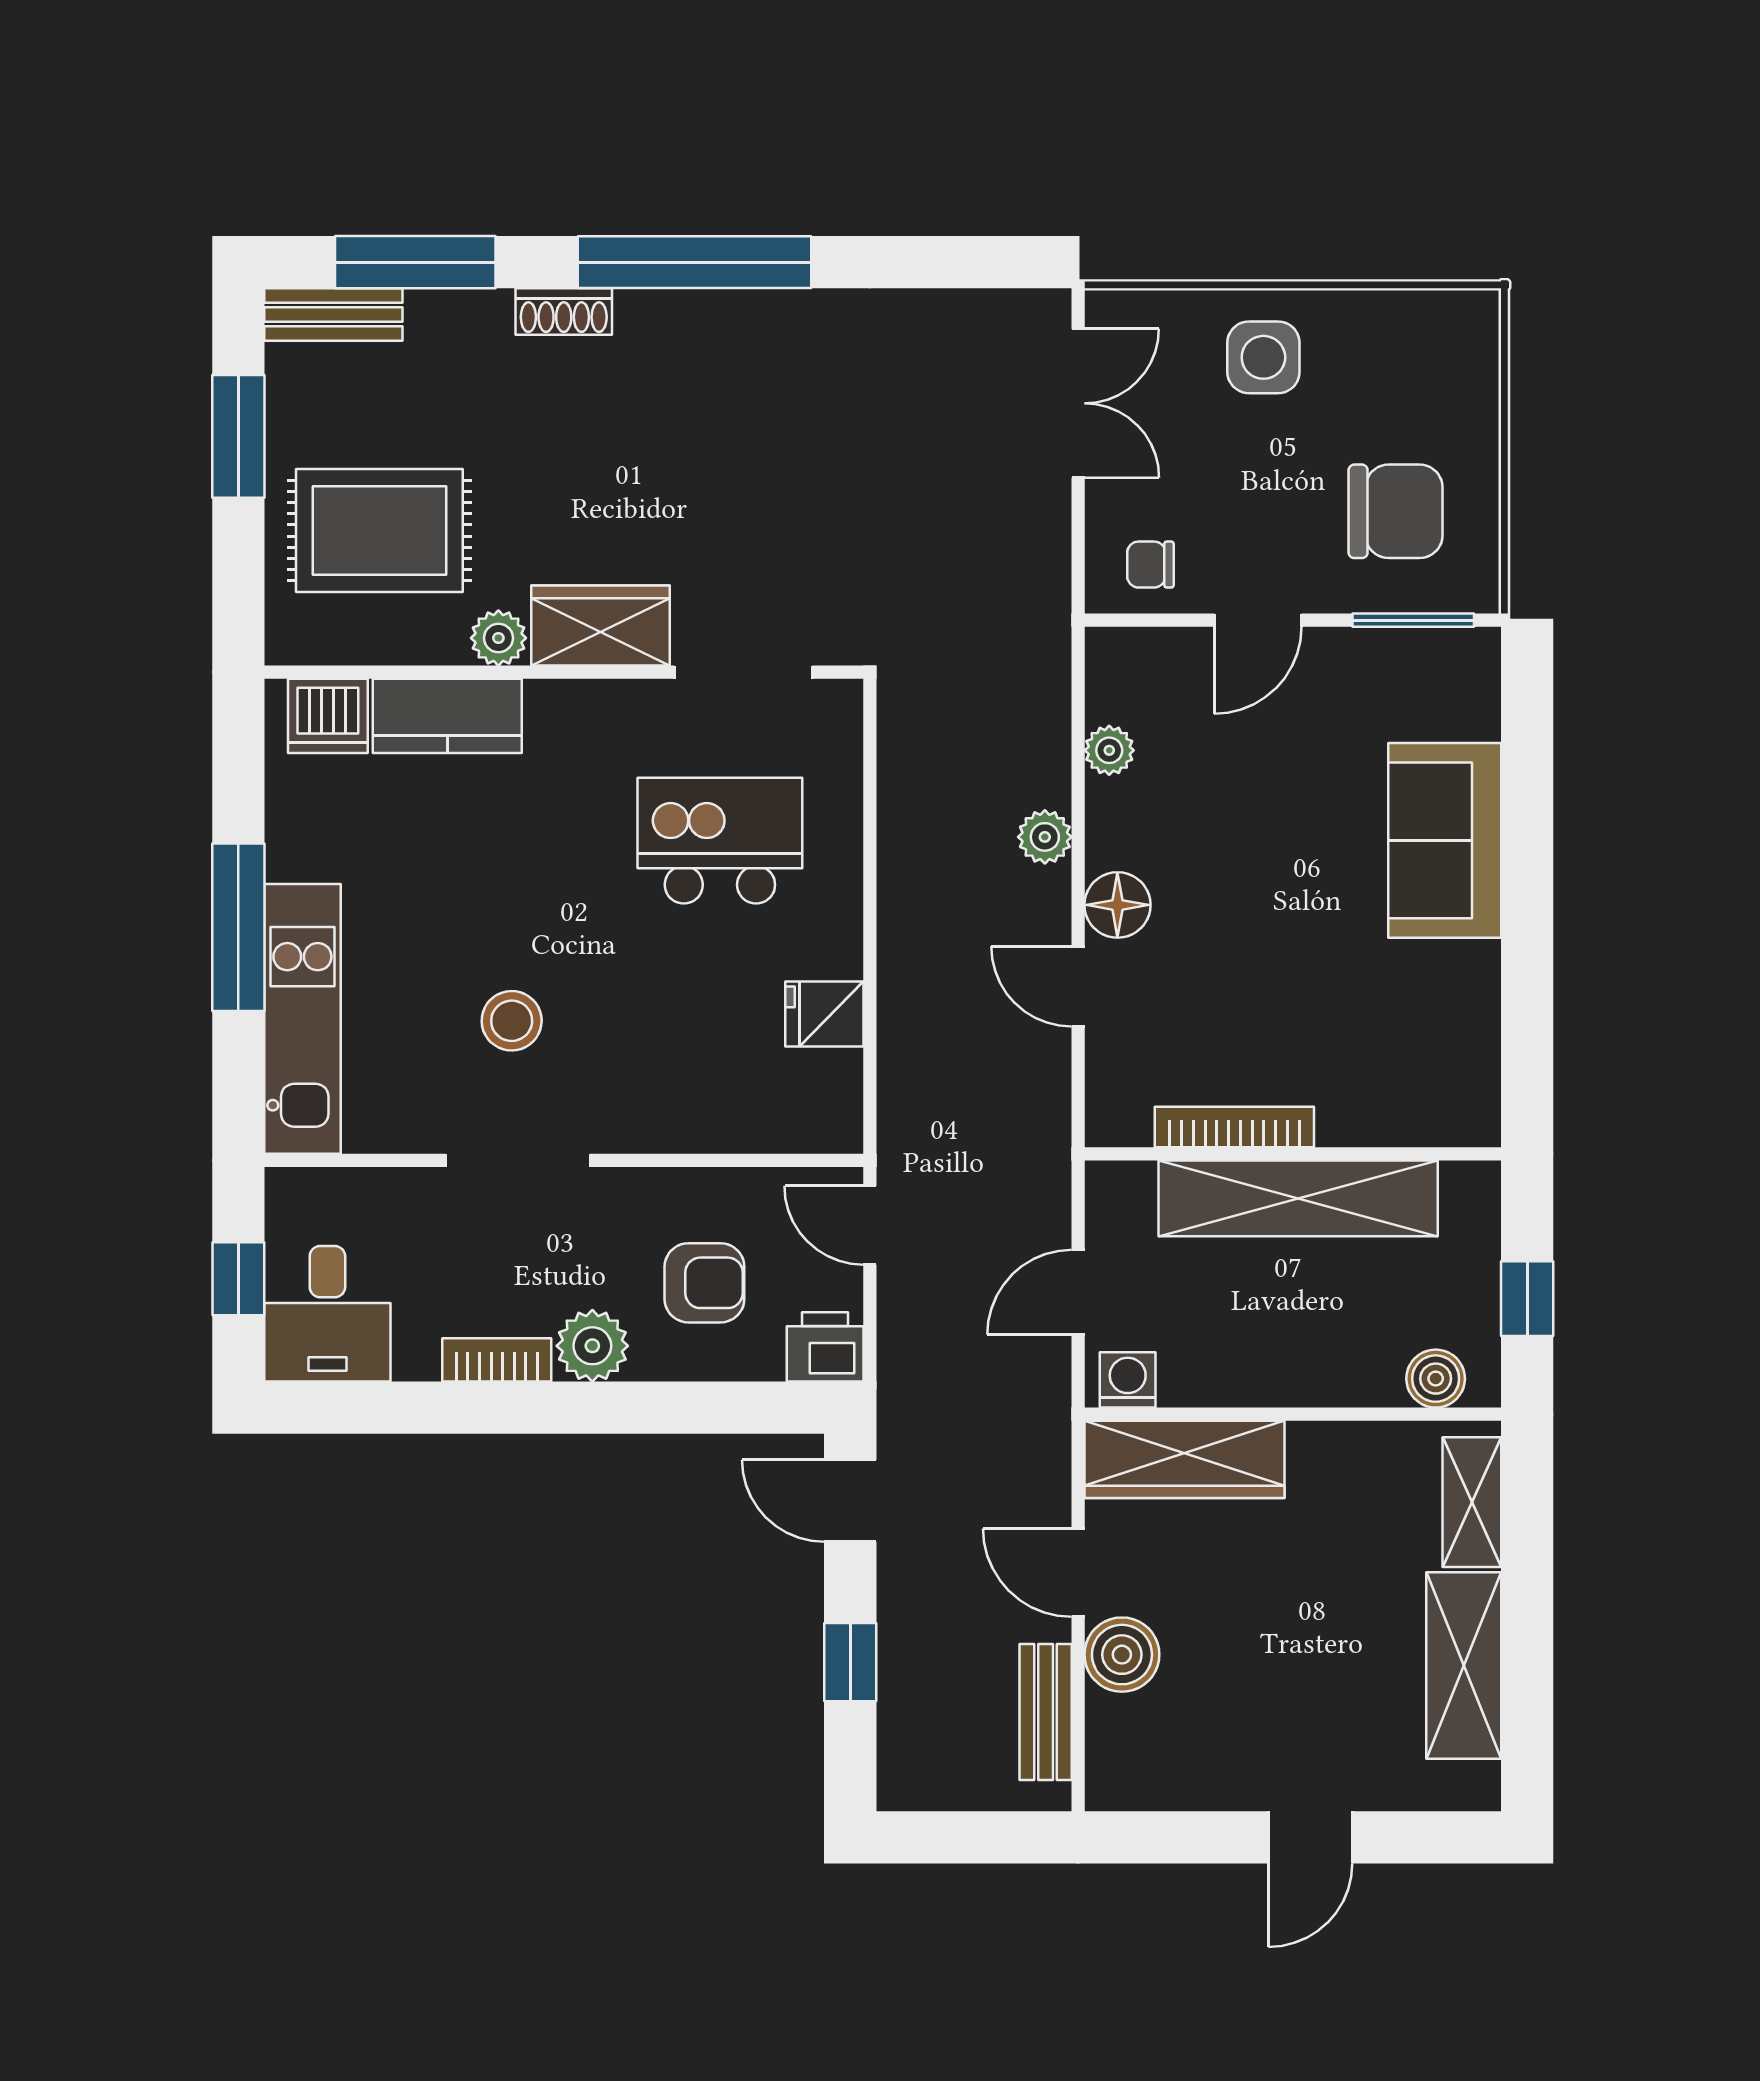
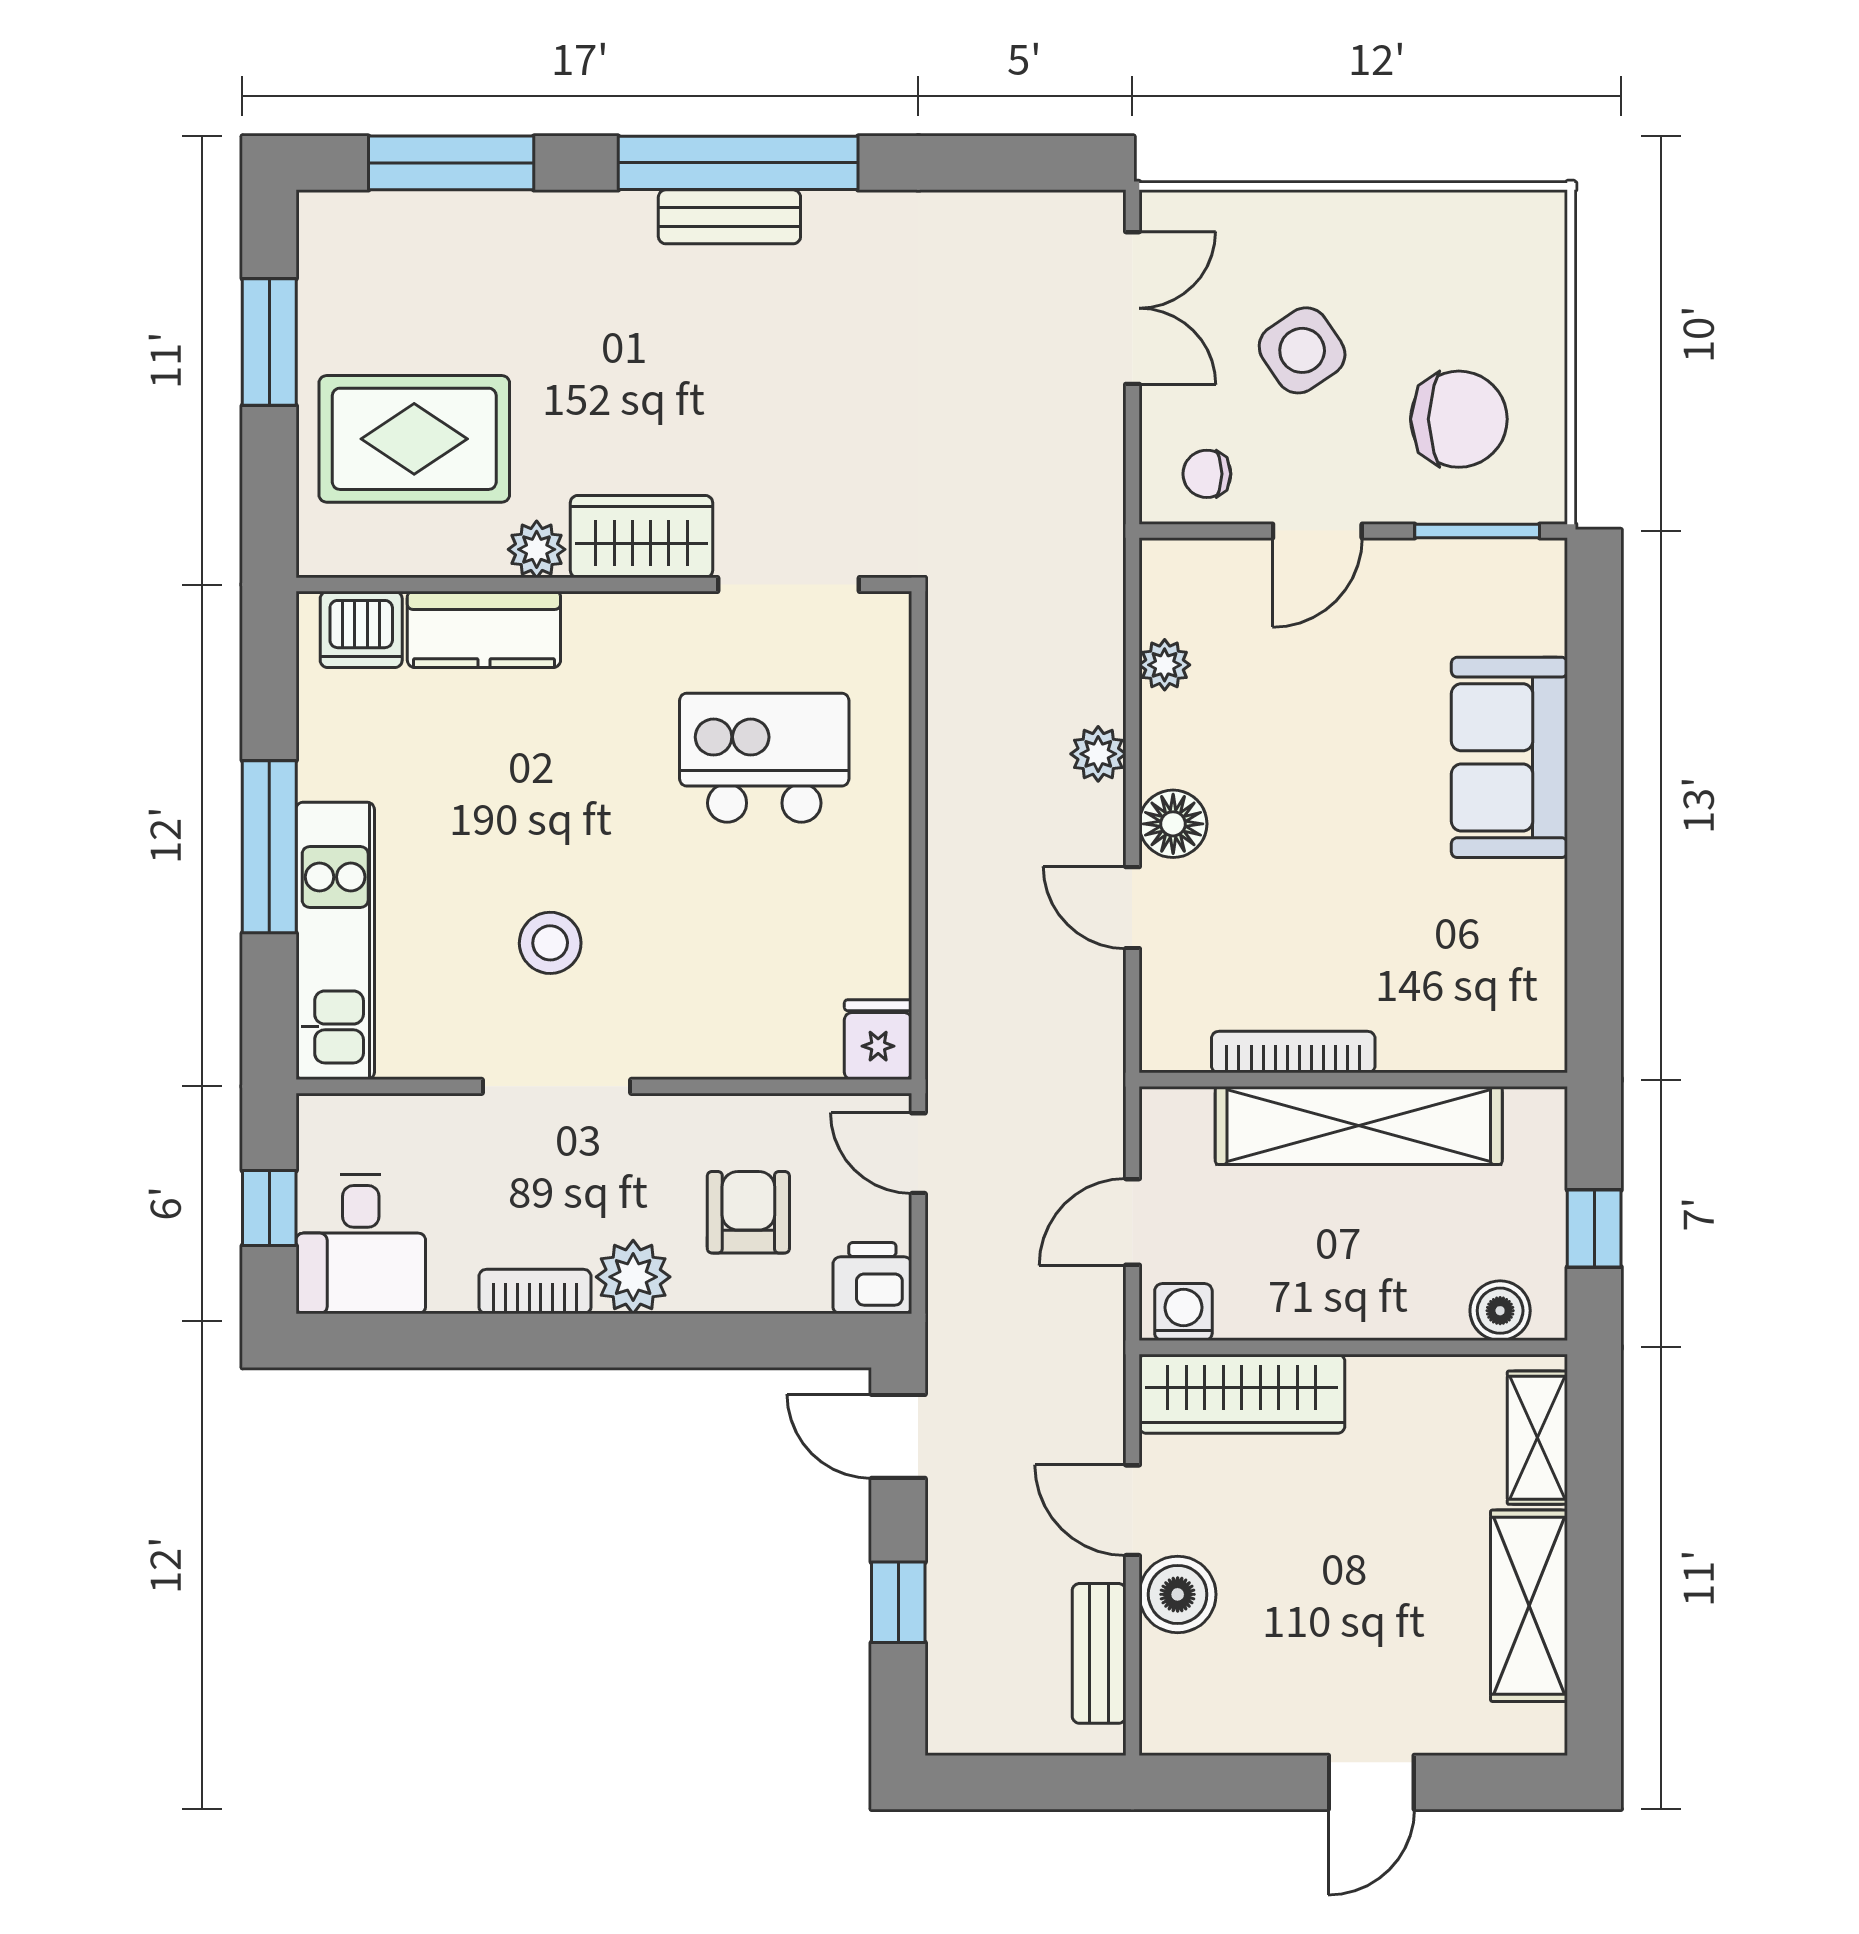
shoe rack: (564, 311) -> (604, 214), removed
bench: (333, 315) -> (729, 217), moved
side table: (1263, 357) -> (1302, 350), moved, turned -34
fridge: (824, 1014) -> (878, 1040), moved, turned 90
armchair: (704, 1283) -> (748, 1212), turned -90

